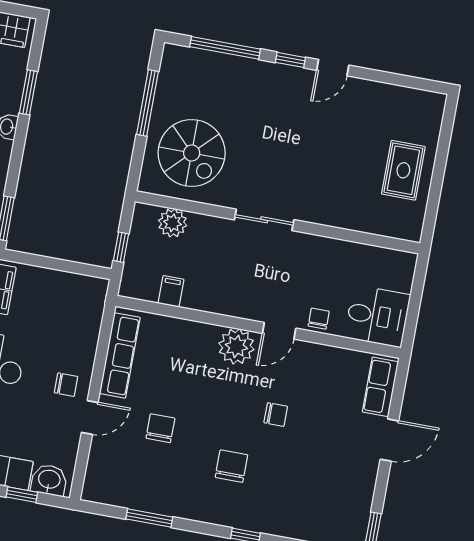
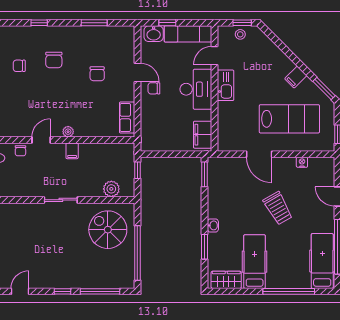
door: (333, 68) -> (20, 291), moved
window: (148, 103) -> (137, 253), width x1.46
filing cabinet: (171, 291) -> (72, 151), moved
plant: (236, 346) -> (68, 132), width x0.53, depth x0.53
row of seats: (120, 355) -> (127, 118), width x0.68
chair: (276, 415) -> (19, 66), moved
door: (90, 417) -> (137, 73), swing flipped

